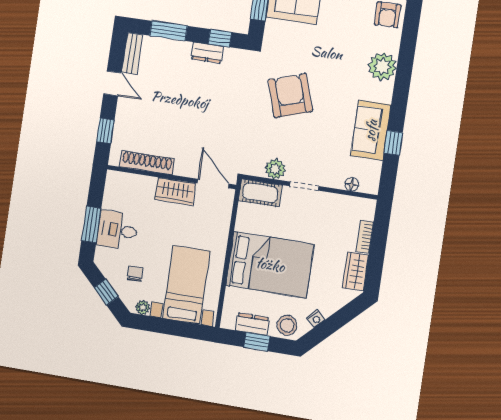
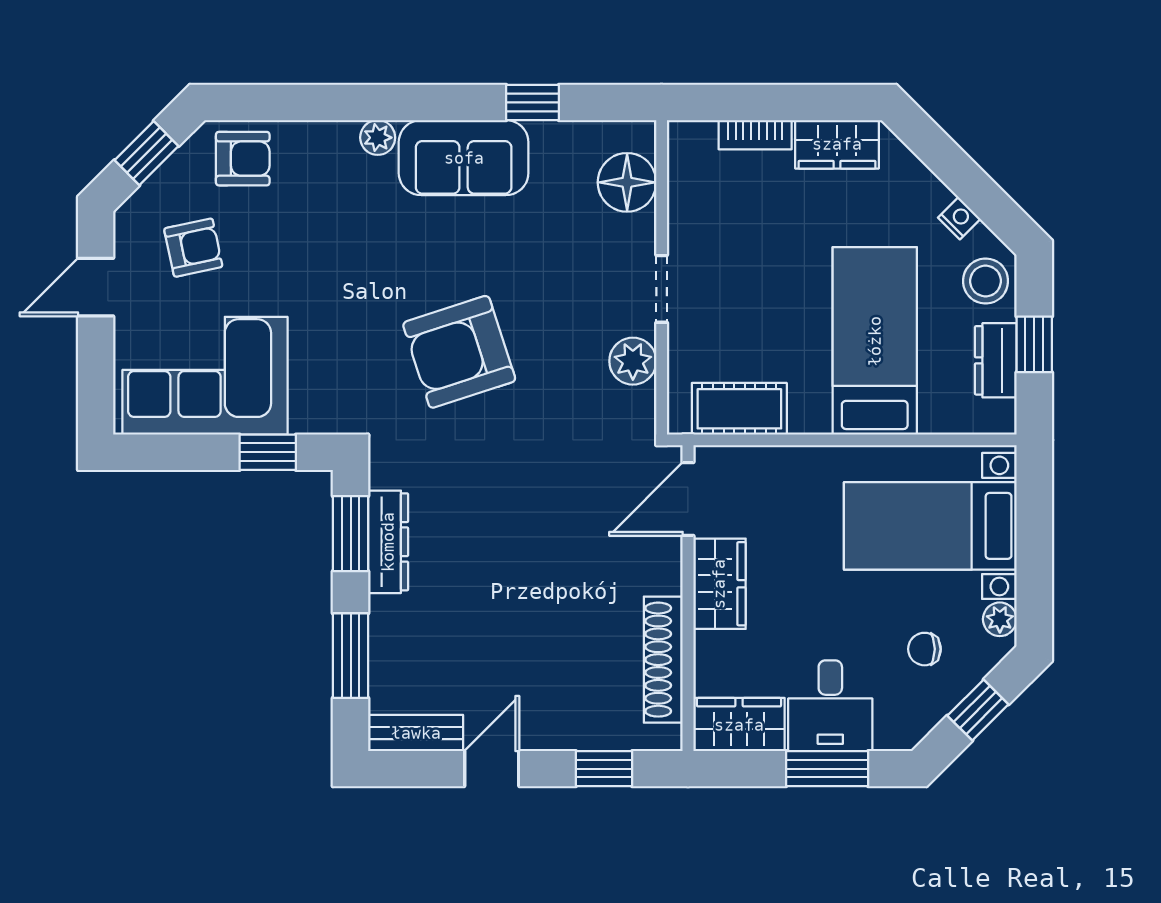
window: (220, 38) -> (351, 534), width x1.50
dresser: (207, 53) -> (388, 542), width x1.44
plant: (382, 67) -> (378, 138), width x0.53, depth x0.53
sofa: (371, 130) -> (464, 158), moved
floor lamp: (352, 184) -> (627, 182), width x1.89, depth x1.89
wardrobe: (115, 190) -> (739, 725), added
cot: (260, 193) -> (739, 409), moved, turned 90
bed: (270, 265) -> (875, 341), width x0.67

